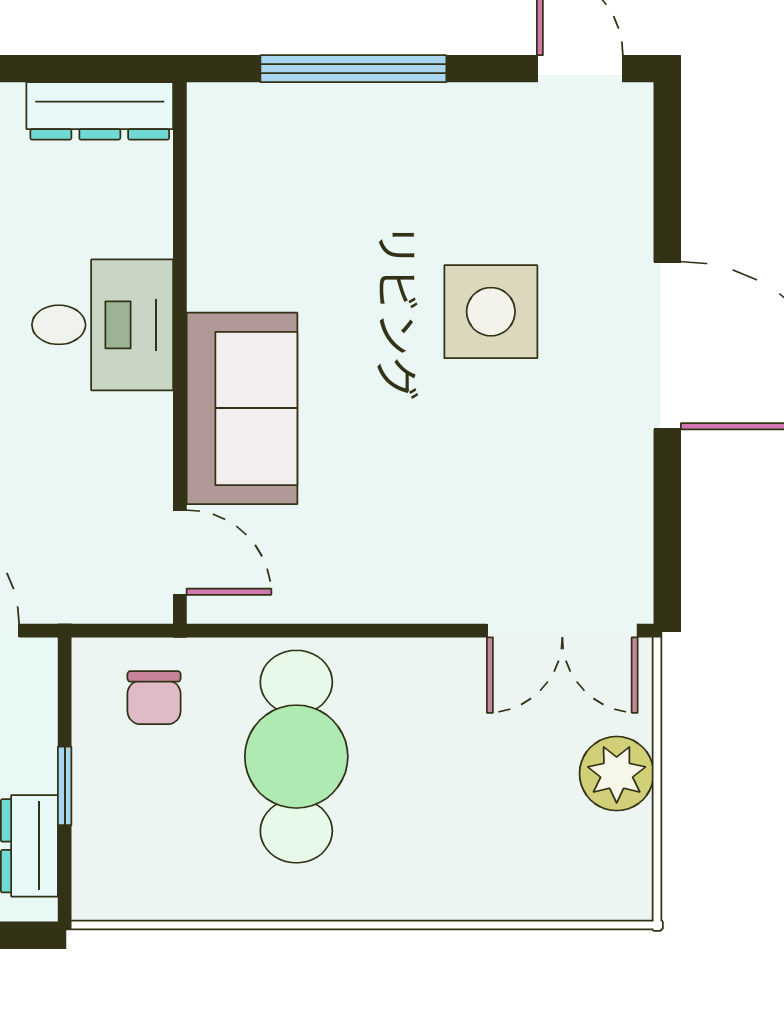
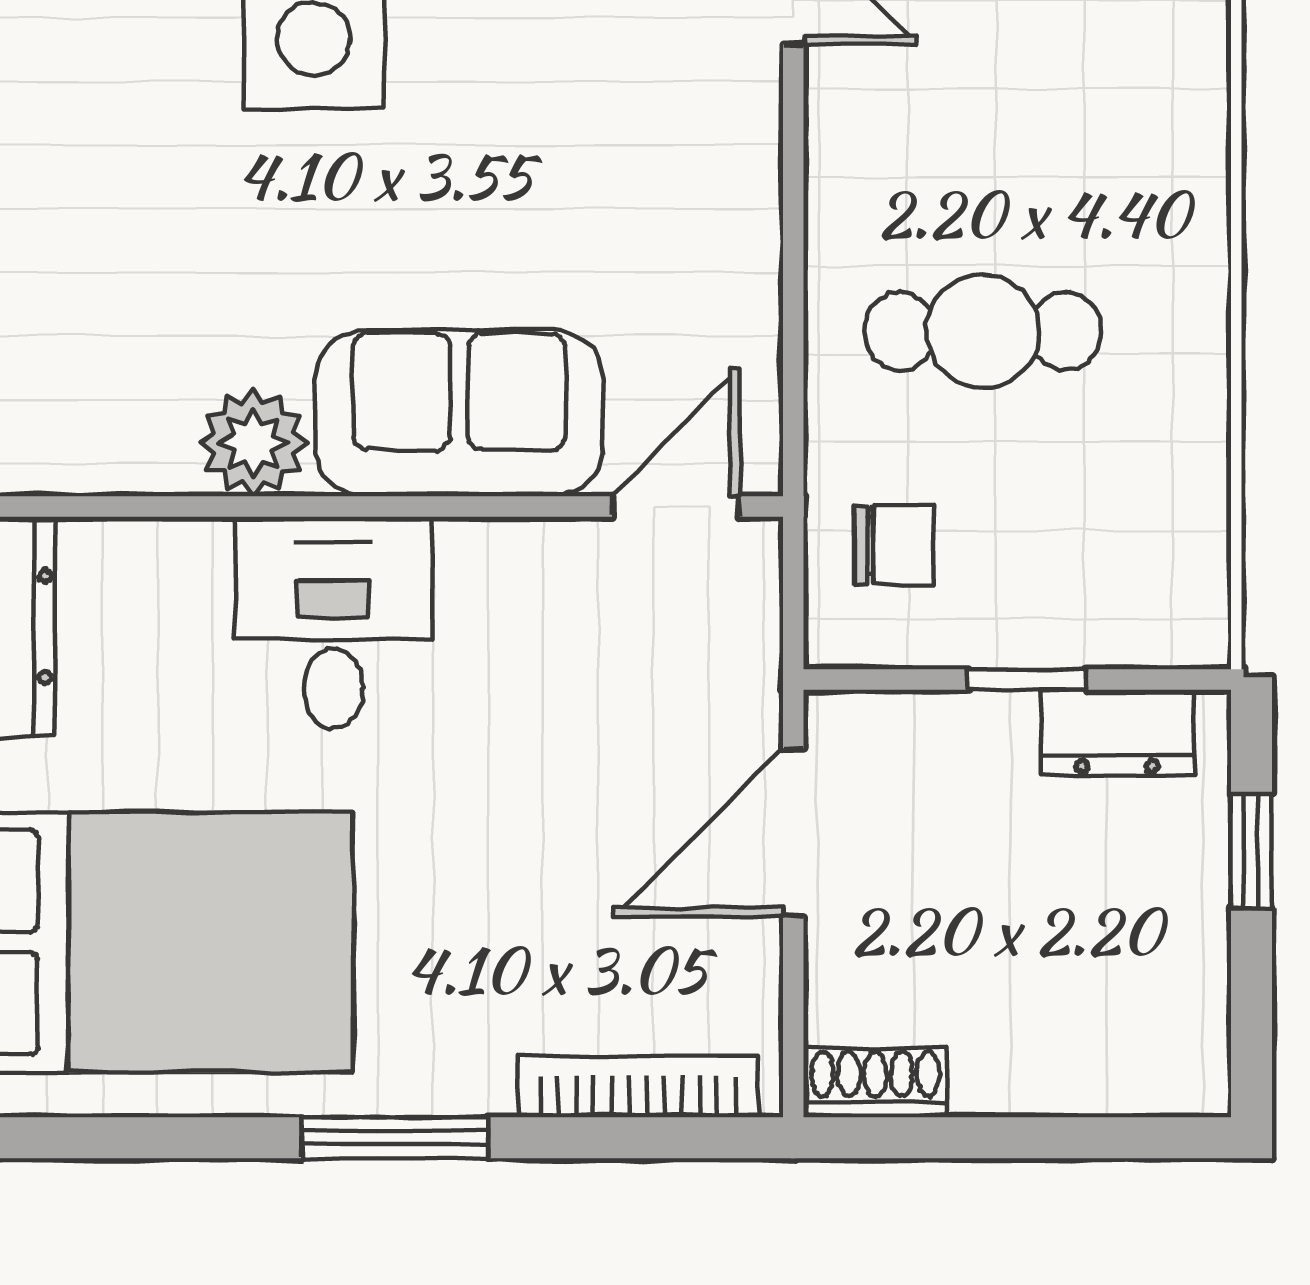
plant: (222, 272) -> (253, 443), added
cafe table: (296, 757) -> (983, 331), width x0.73, depth x0.74

